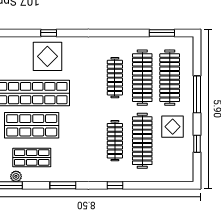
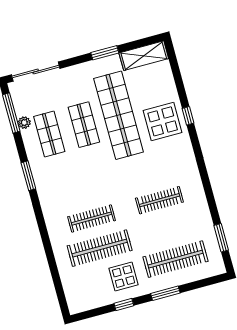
clothes rail: (142, 78) -> (167, 230), removed
window: (197, 94) -> (165, 293), width x0.69
shop shelf: (32, 125) -> (84, 125), width x0.70, depth x0.74
window: (197, 144) -> (124, 305), moved
window: (115, 185) -> (44, 232), removed

